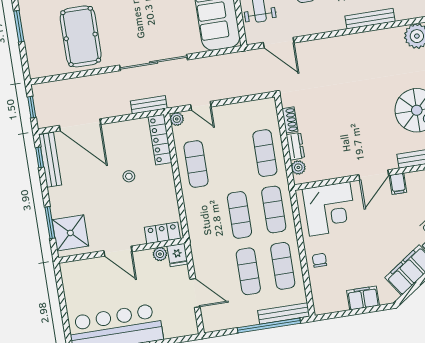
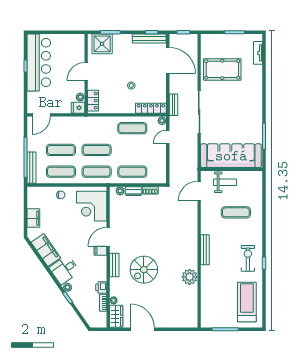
door: (80, 125) -> (168, 60), swing flipped
door: (374, 175) -> (108, 237), hinge flipped
door: (195, 293) -> (41, 115), moved

